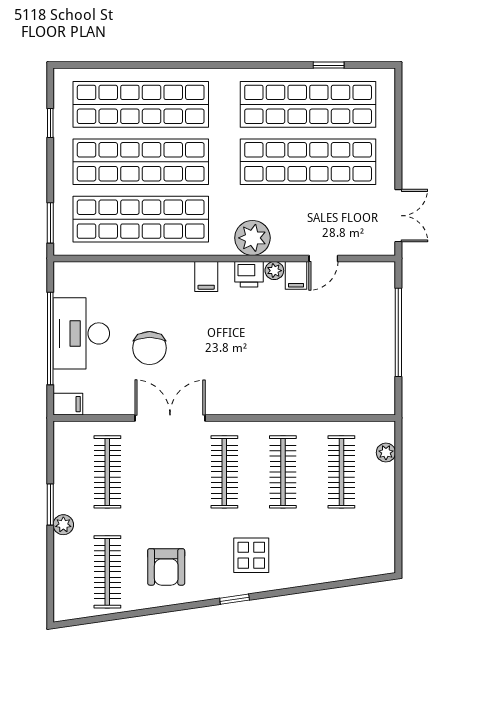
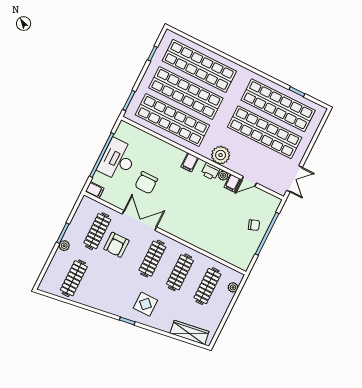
chair: (369, 329) -> (254, 225), added
wardrobe: (350, 566) -> (189, 332), added
armchair: (166, 567) -> (116, 245), moved

